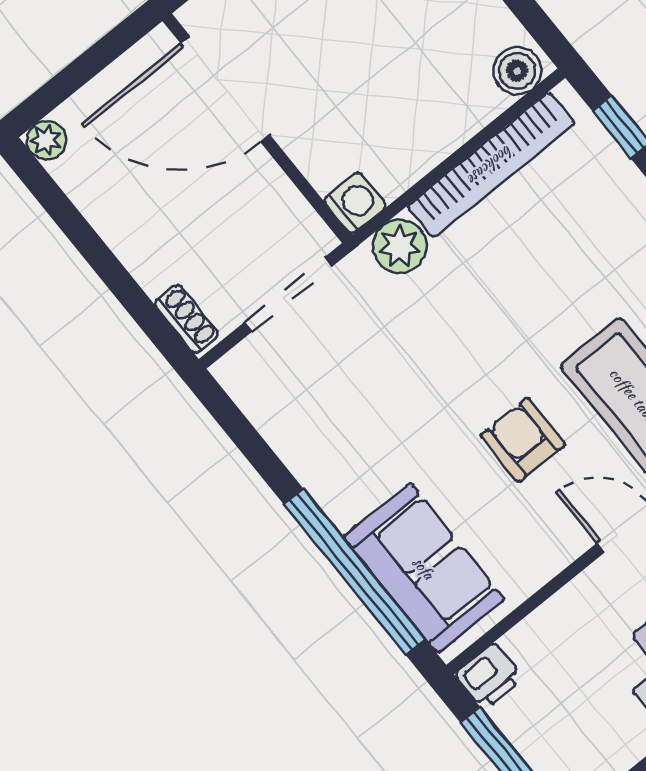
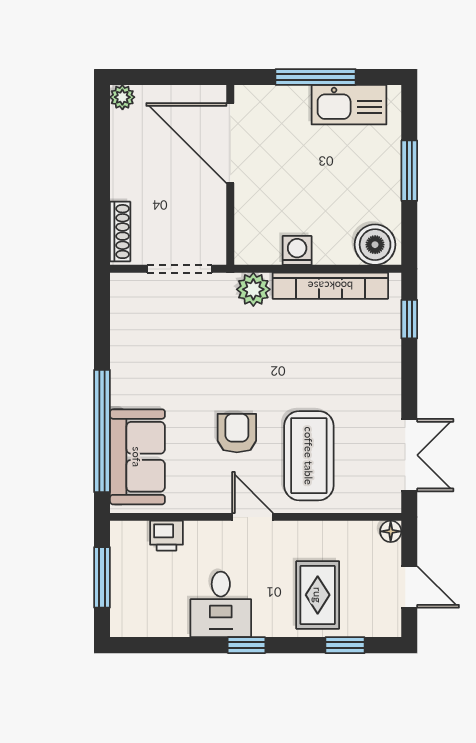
boiler: (517, 71) -> (375, 245), width x1.36, depth x1.36
washing machine: (355, 203) -> (297, 250), moved, turned -90
shoe rack: (187, 319) -> (120, 232), width x1.43
printer: (489, 676) -> (167, 536), moved

